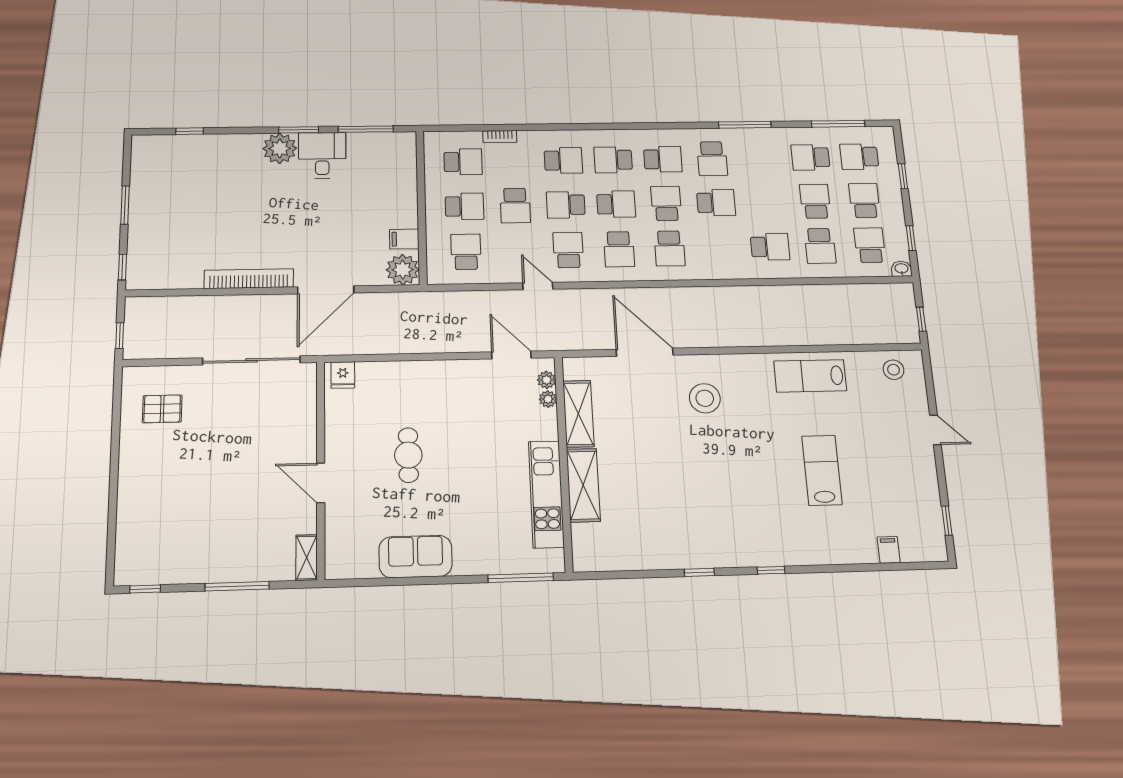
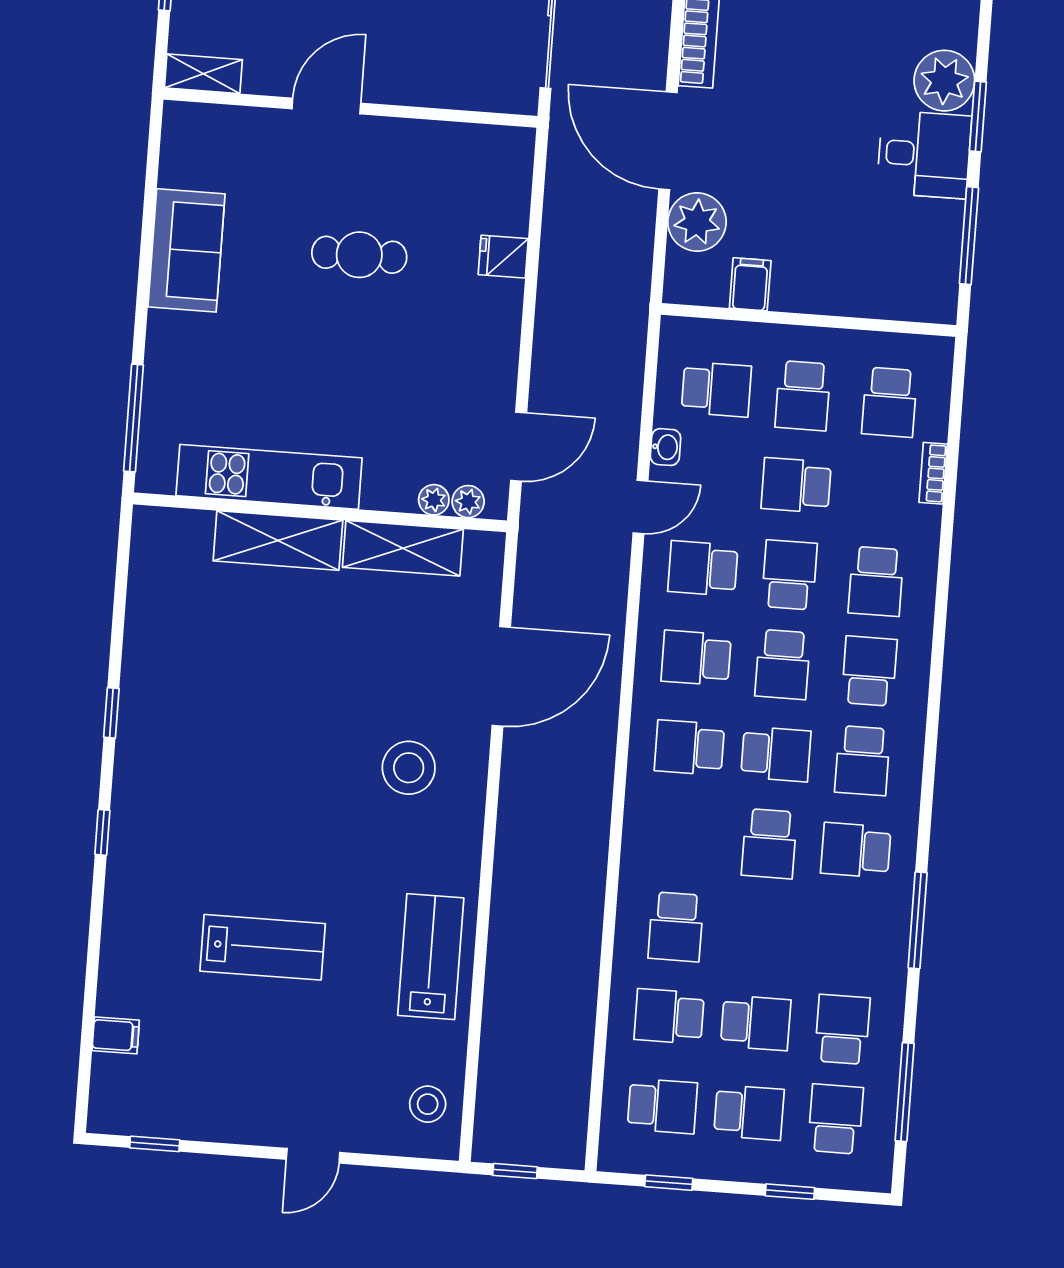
school desk: (568, 250) -> (703, 568), turned 180
washbasin: (901, 269) -> (665, 447), moved
plant: (403, 270) -> (697, 222), moved
fridge: (343, 375) -> (503, 257), moved

